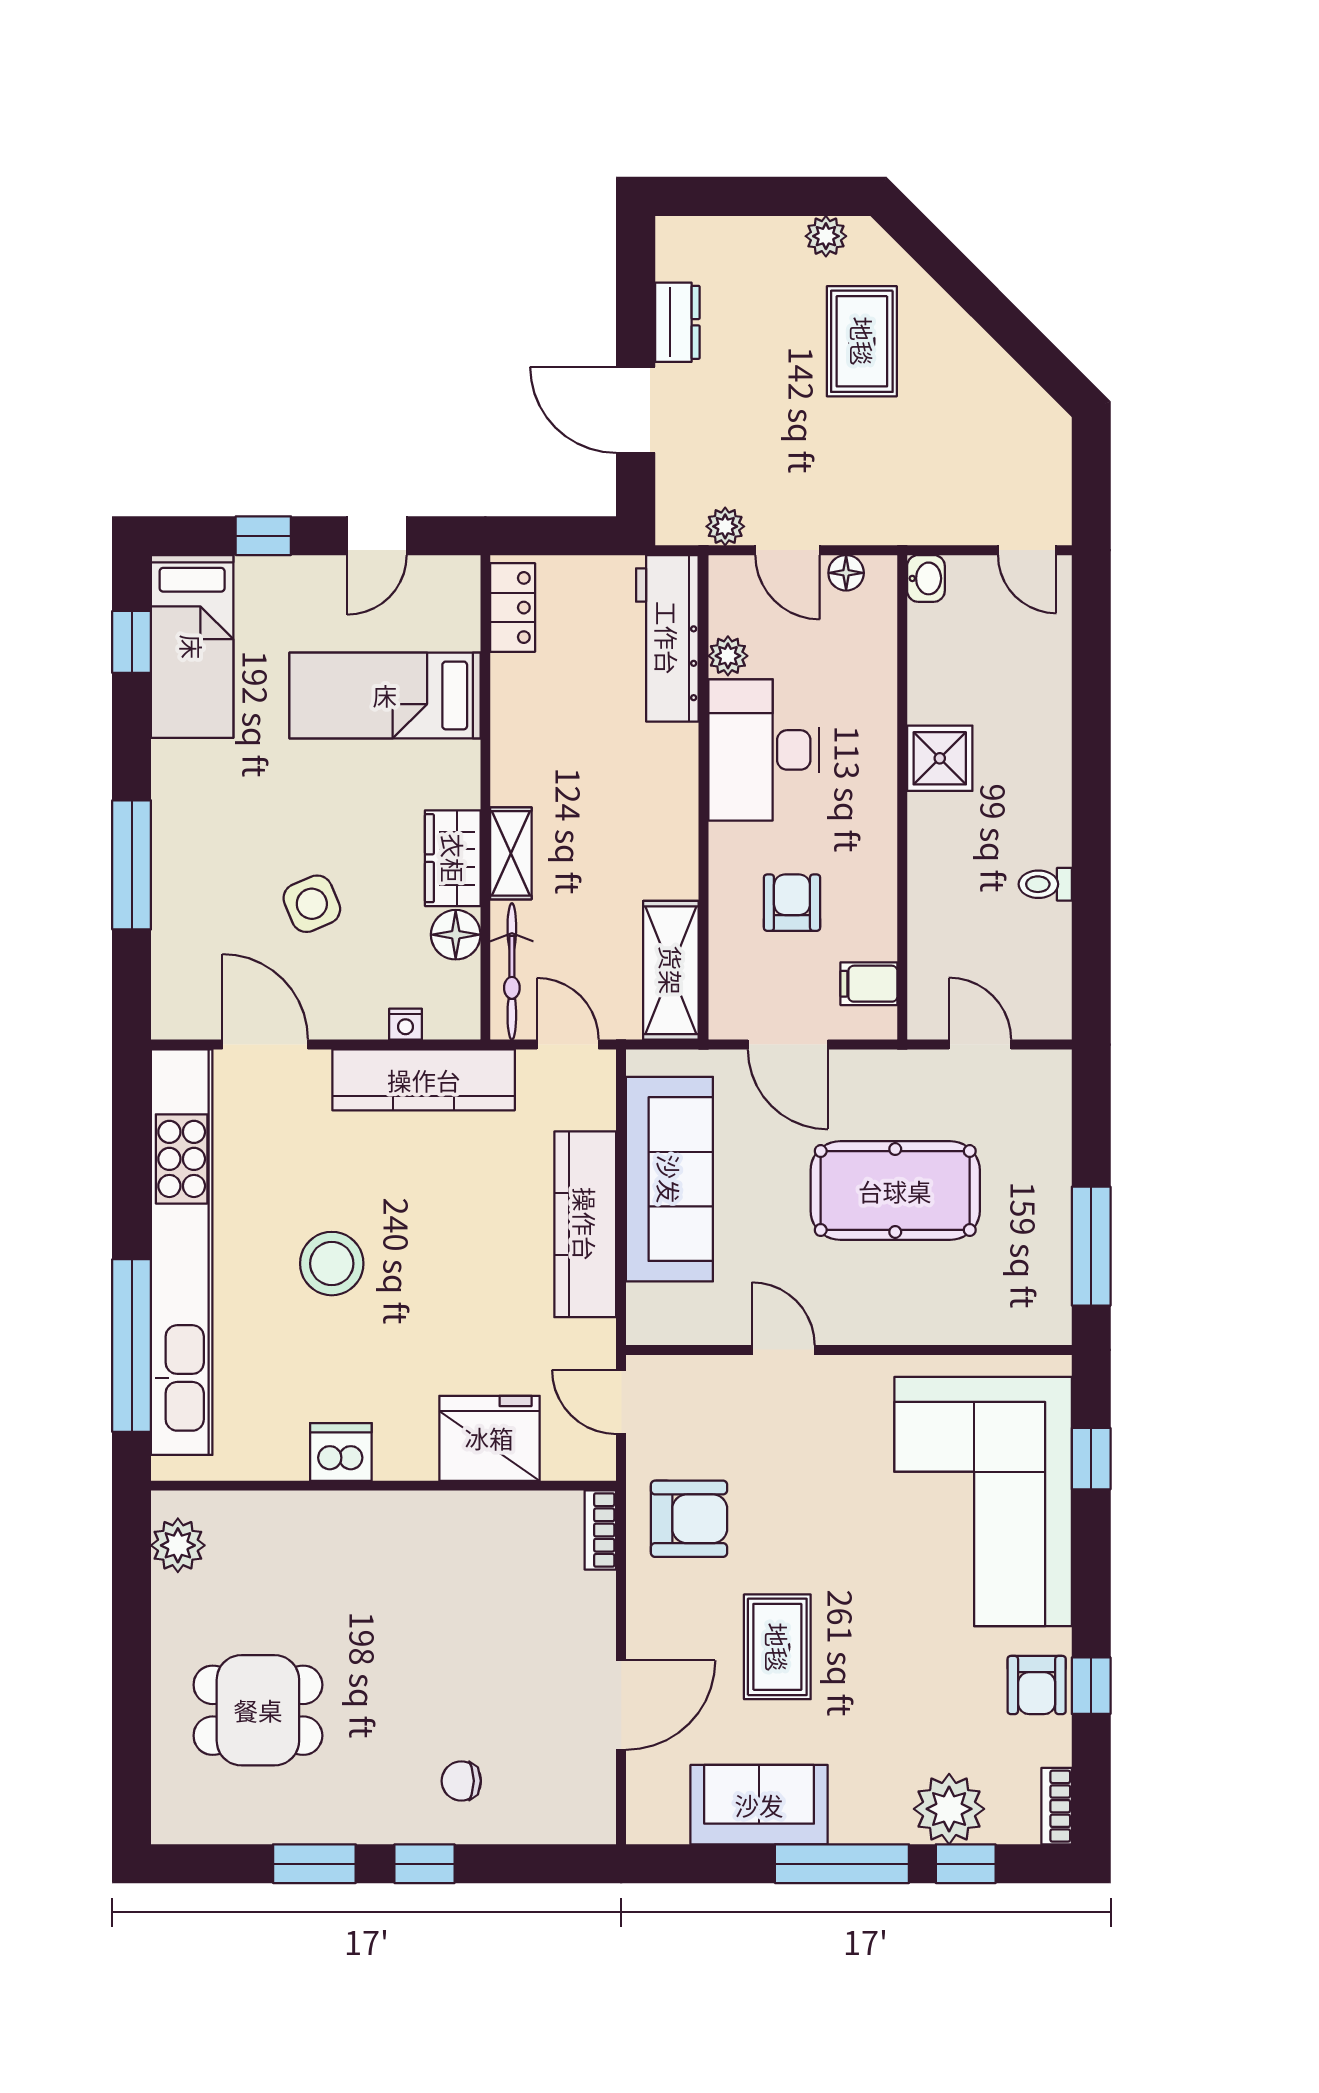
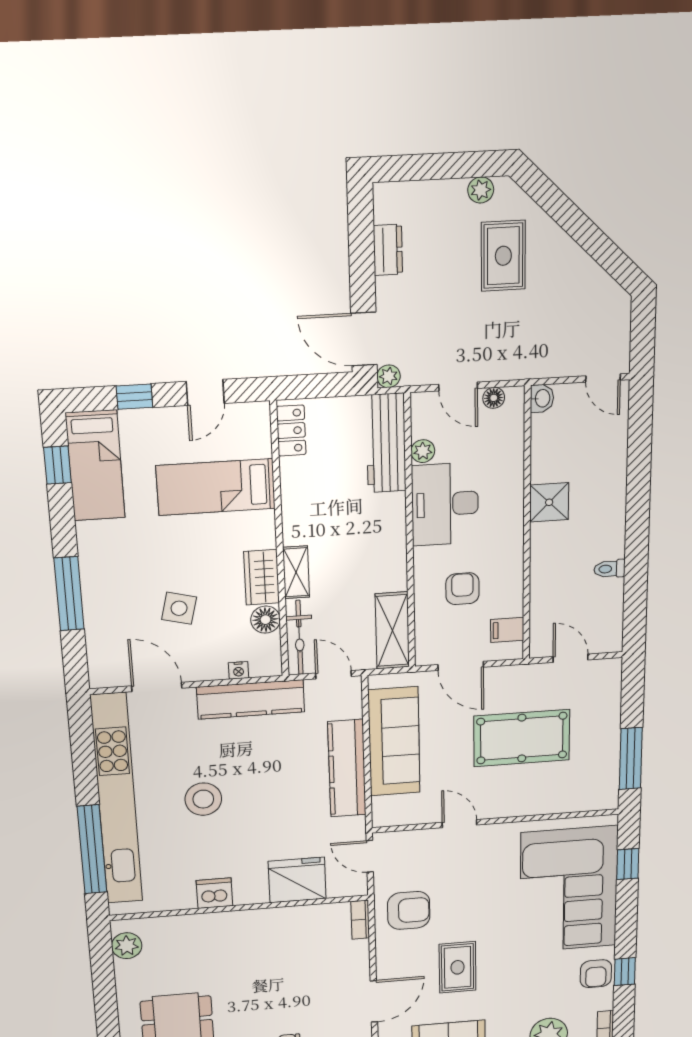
door: (636, 410) -> (364, 339), moved
plant: (725, 526) -> (389, 376), moved
side table: (312, 904) -> (179, 608), turned 37

